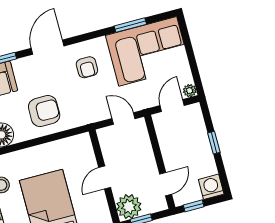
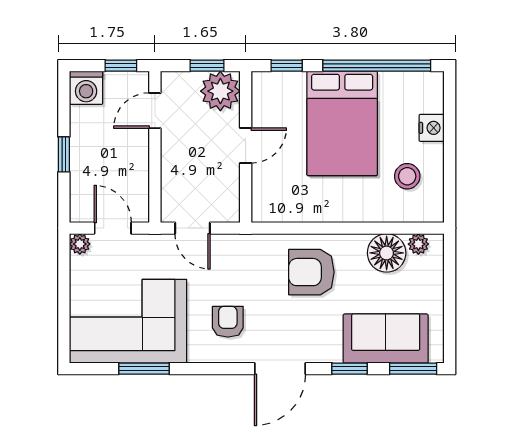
door: (172, 106) -> (113, 228), swing flipped

